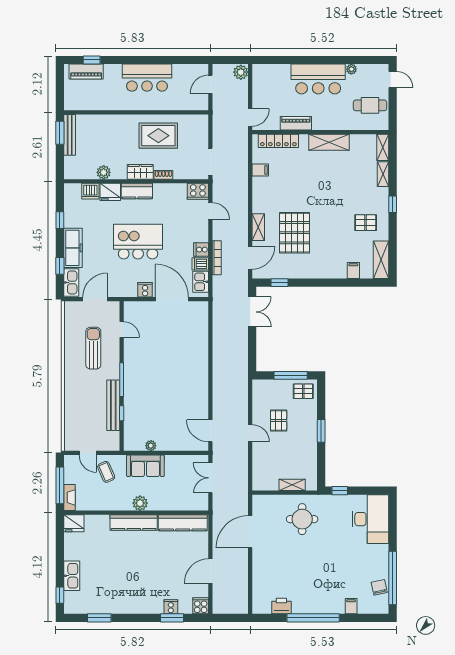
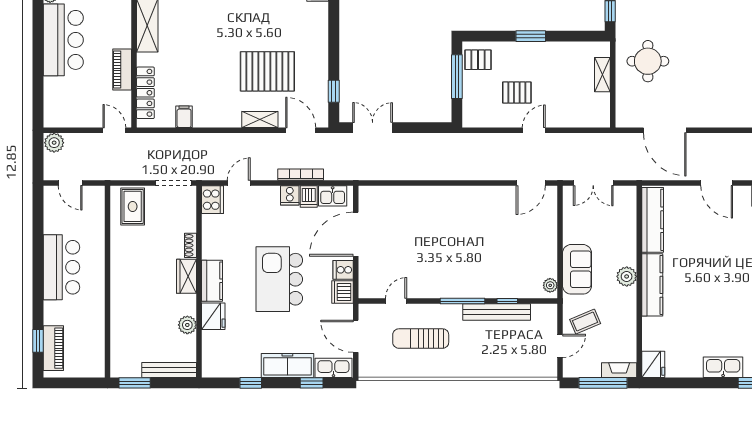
bench: (70, 135) -> (169, 370), moved
rug: (158, 136) -> (133, 206), moved, width x0.73, depth x0.70
dishwasher: (90, 191) -> (342, 292), moved, turned 180
pallet: (303, 391) -> (478, 60), turned 90
plant: (151, 446) -> (550, 285), moved

